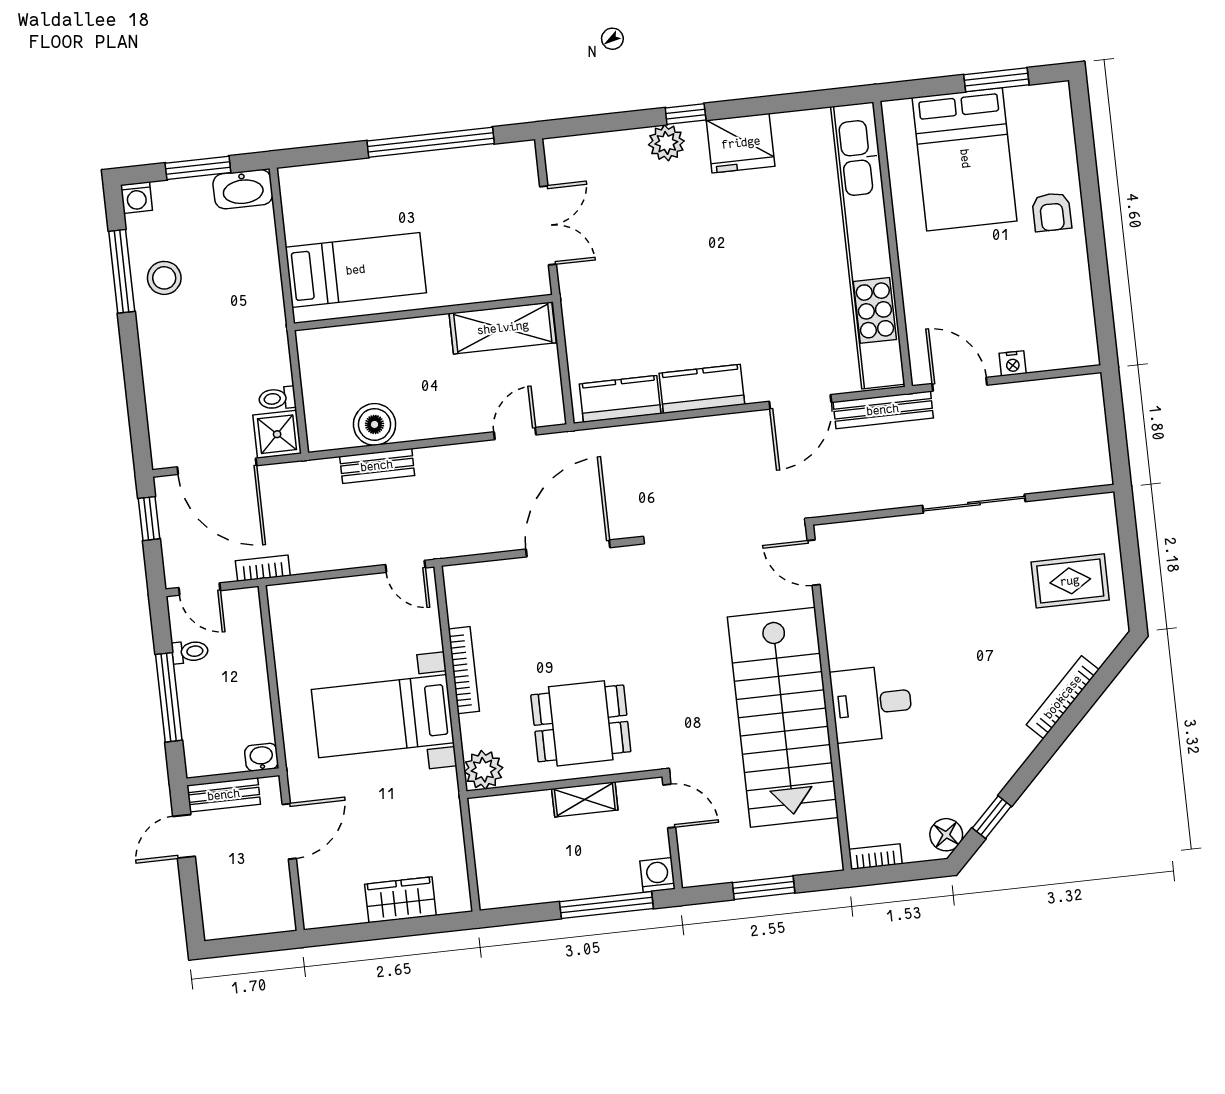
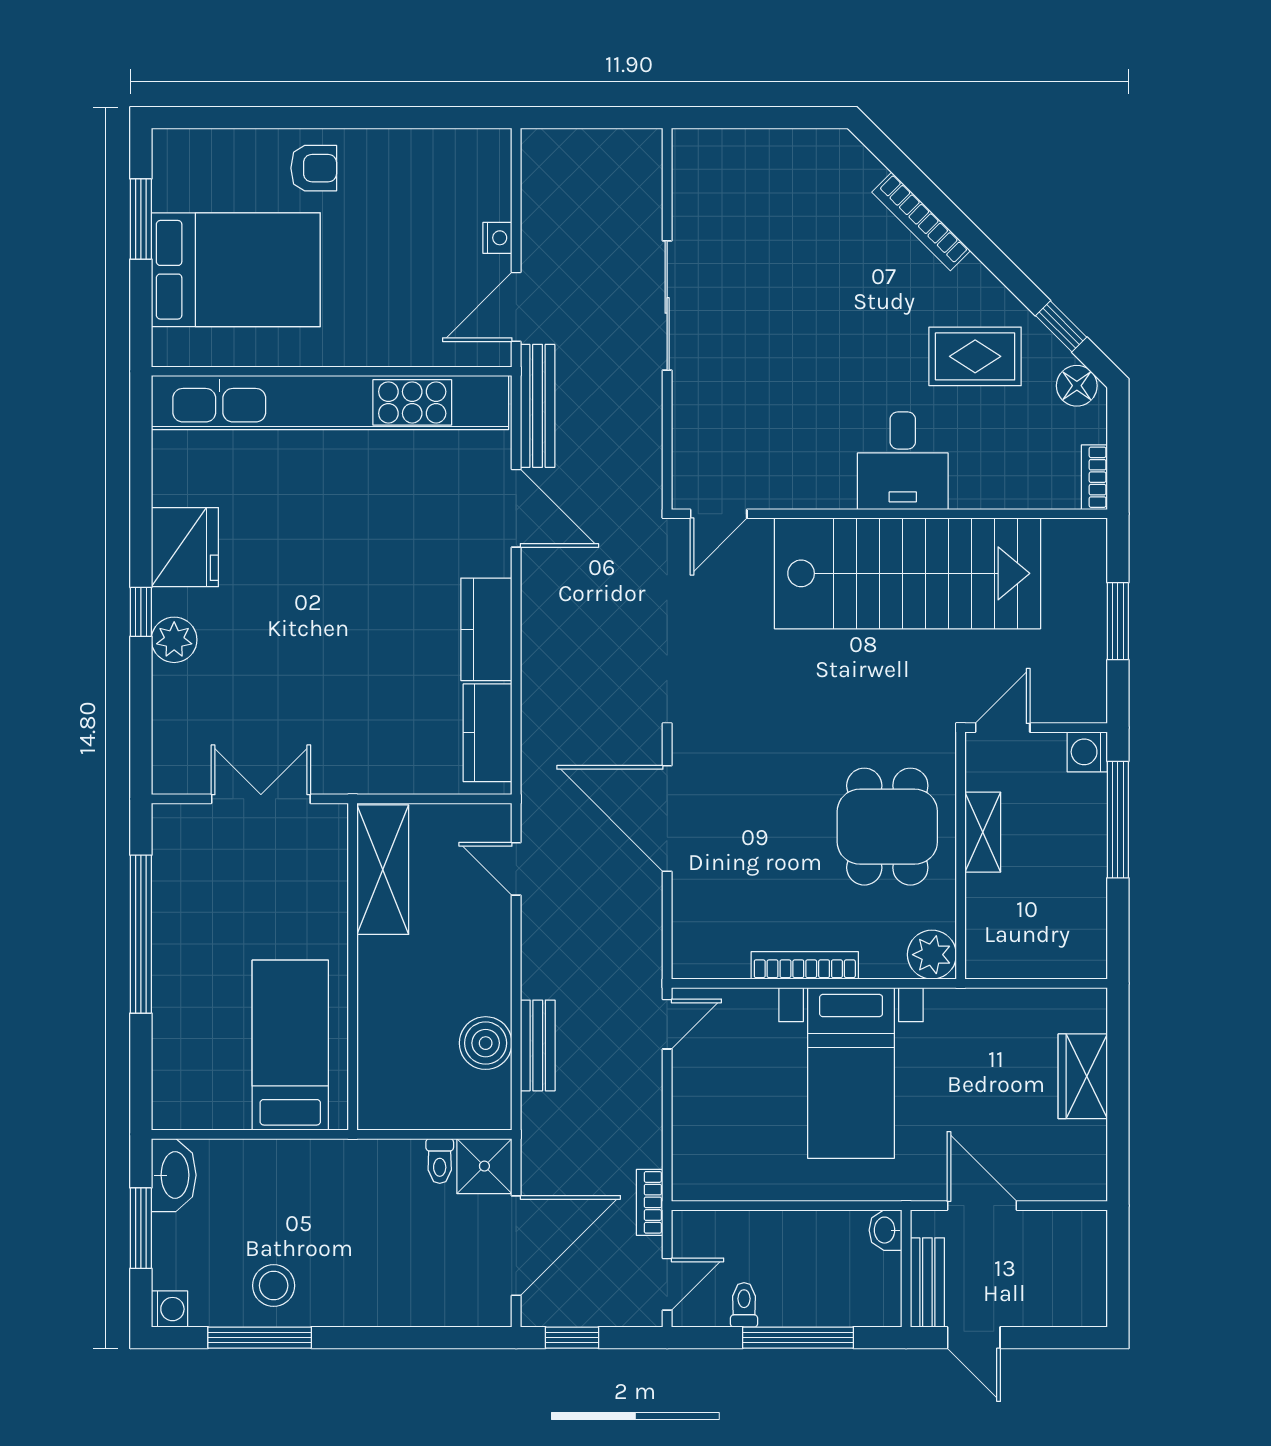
rug: (1070, 581) -> (975, 356), moved, turned 90

